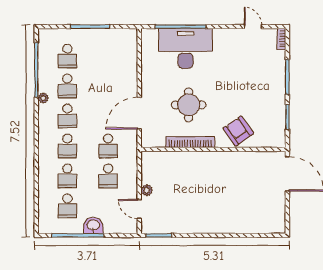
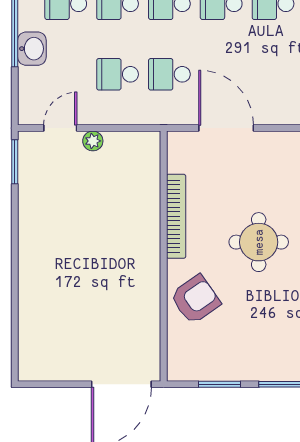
round table: (189, 105) -> (259, 242), moved

